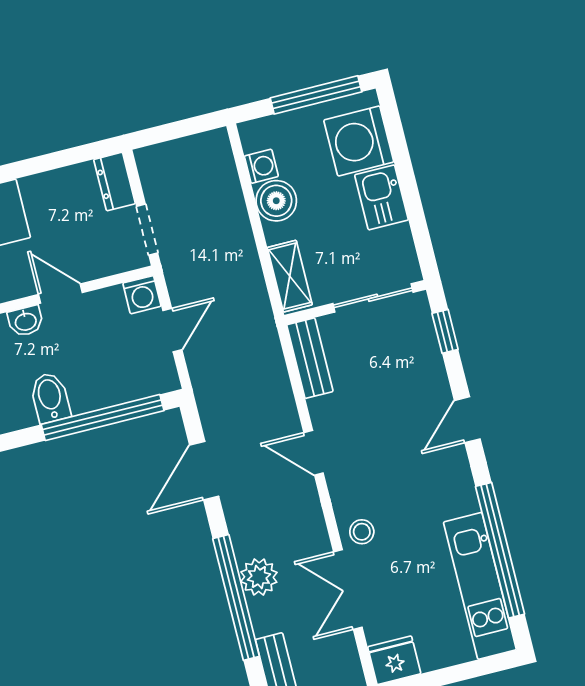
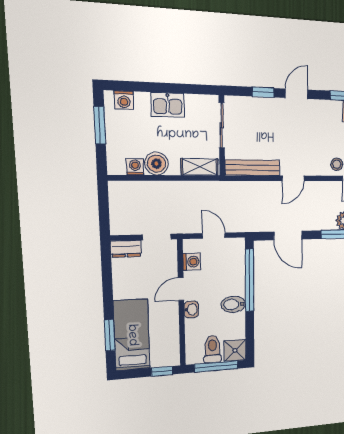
window: (316, 95) -> (100, 125), width x0.69
washing machine: (359, 141) -> (124, 100), width x0.53, depth x0.53
washing machine: (142, 295) -> (192, 262), moved
window: (445, 331) -> (263, 92), moved
bench: (310, 358) -> (253, 168), width x1.36
door: (467, 420) -> (296, 94), swing flipped

